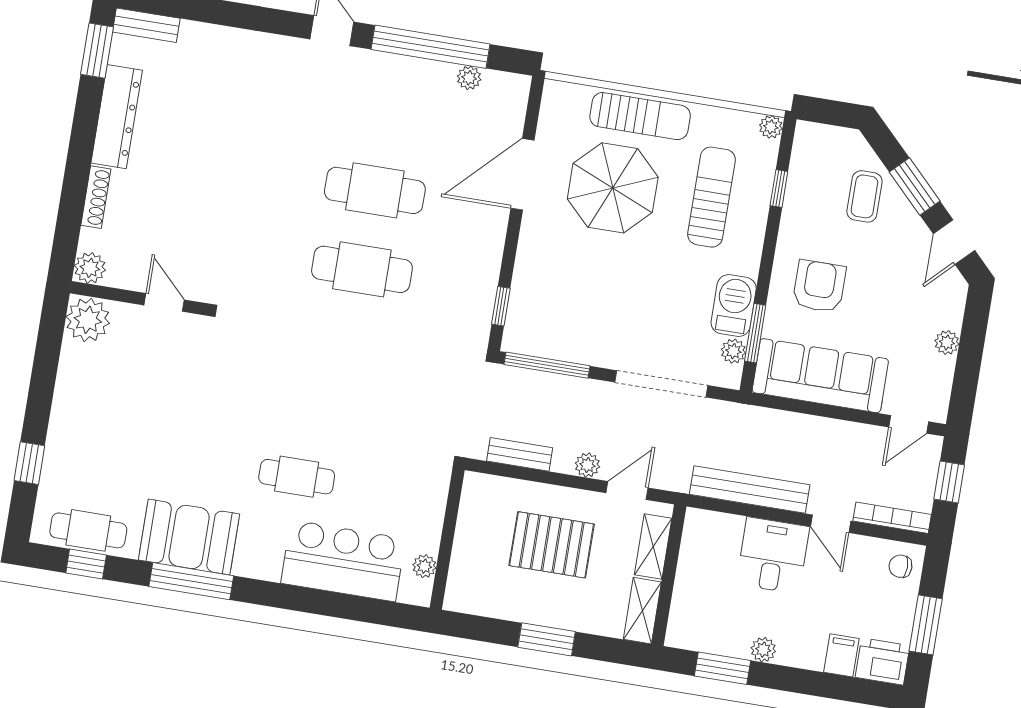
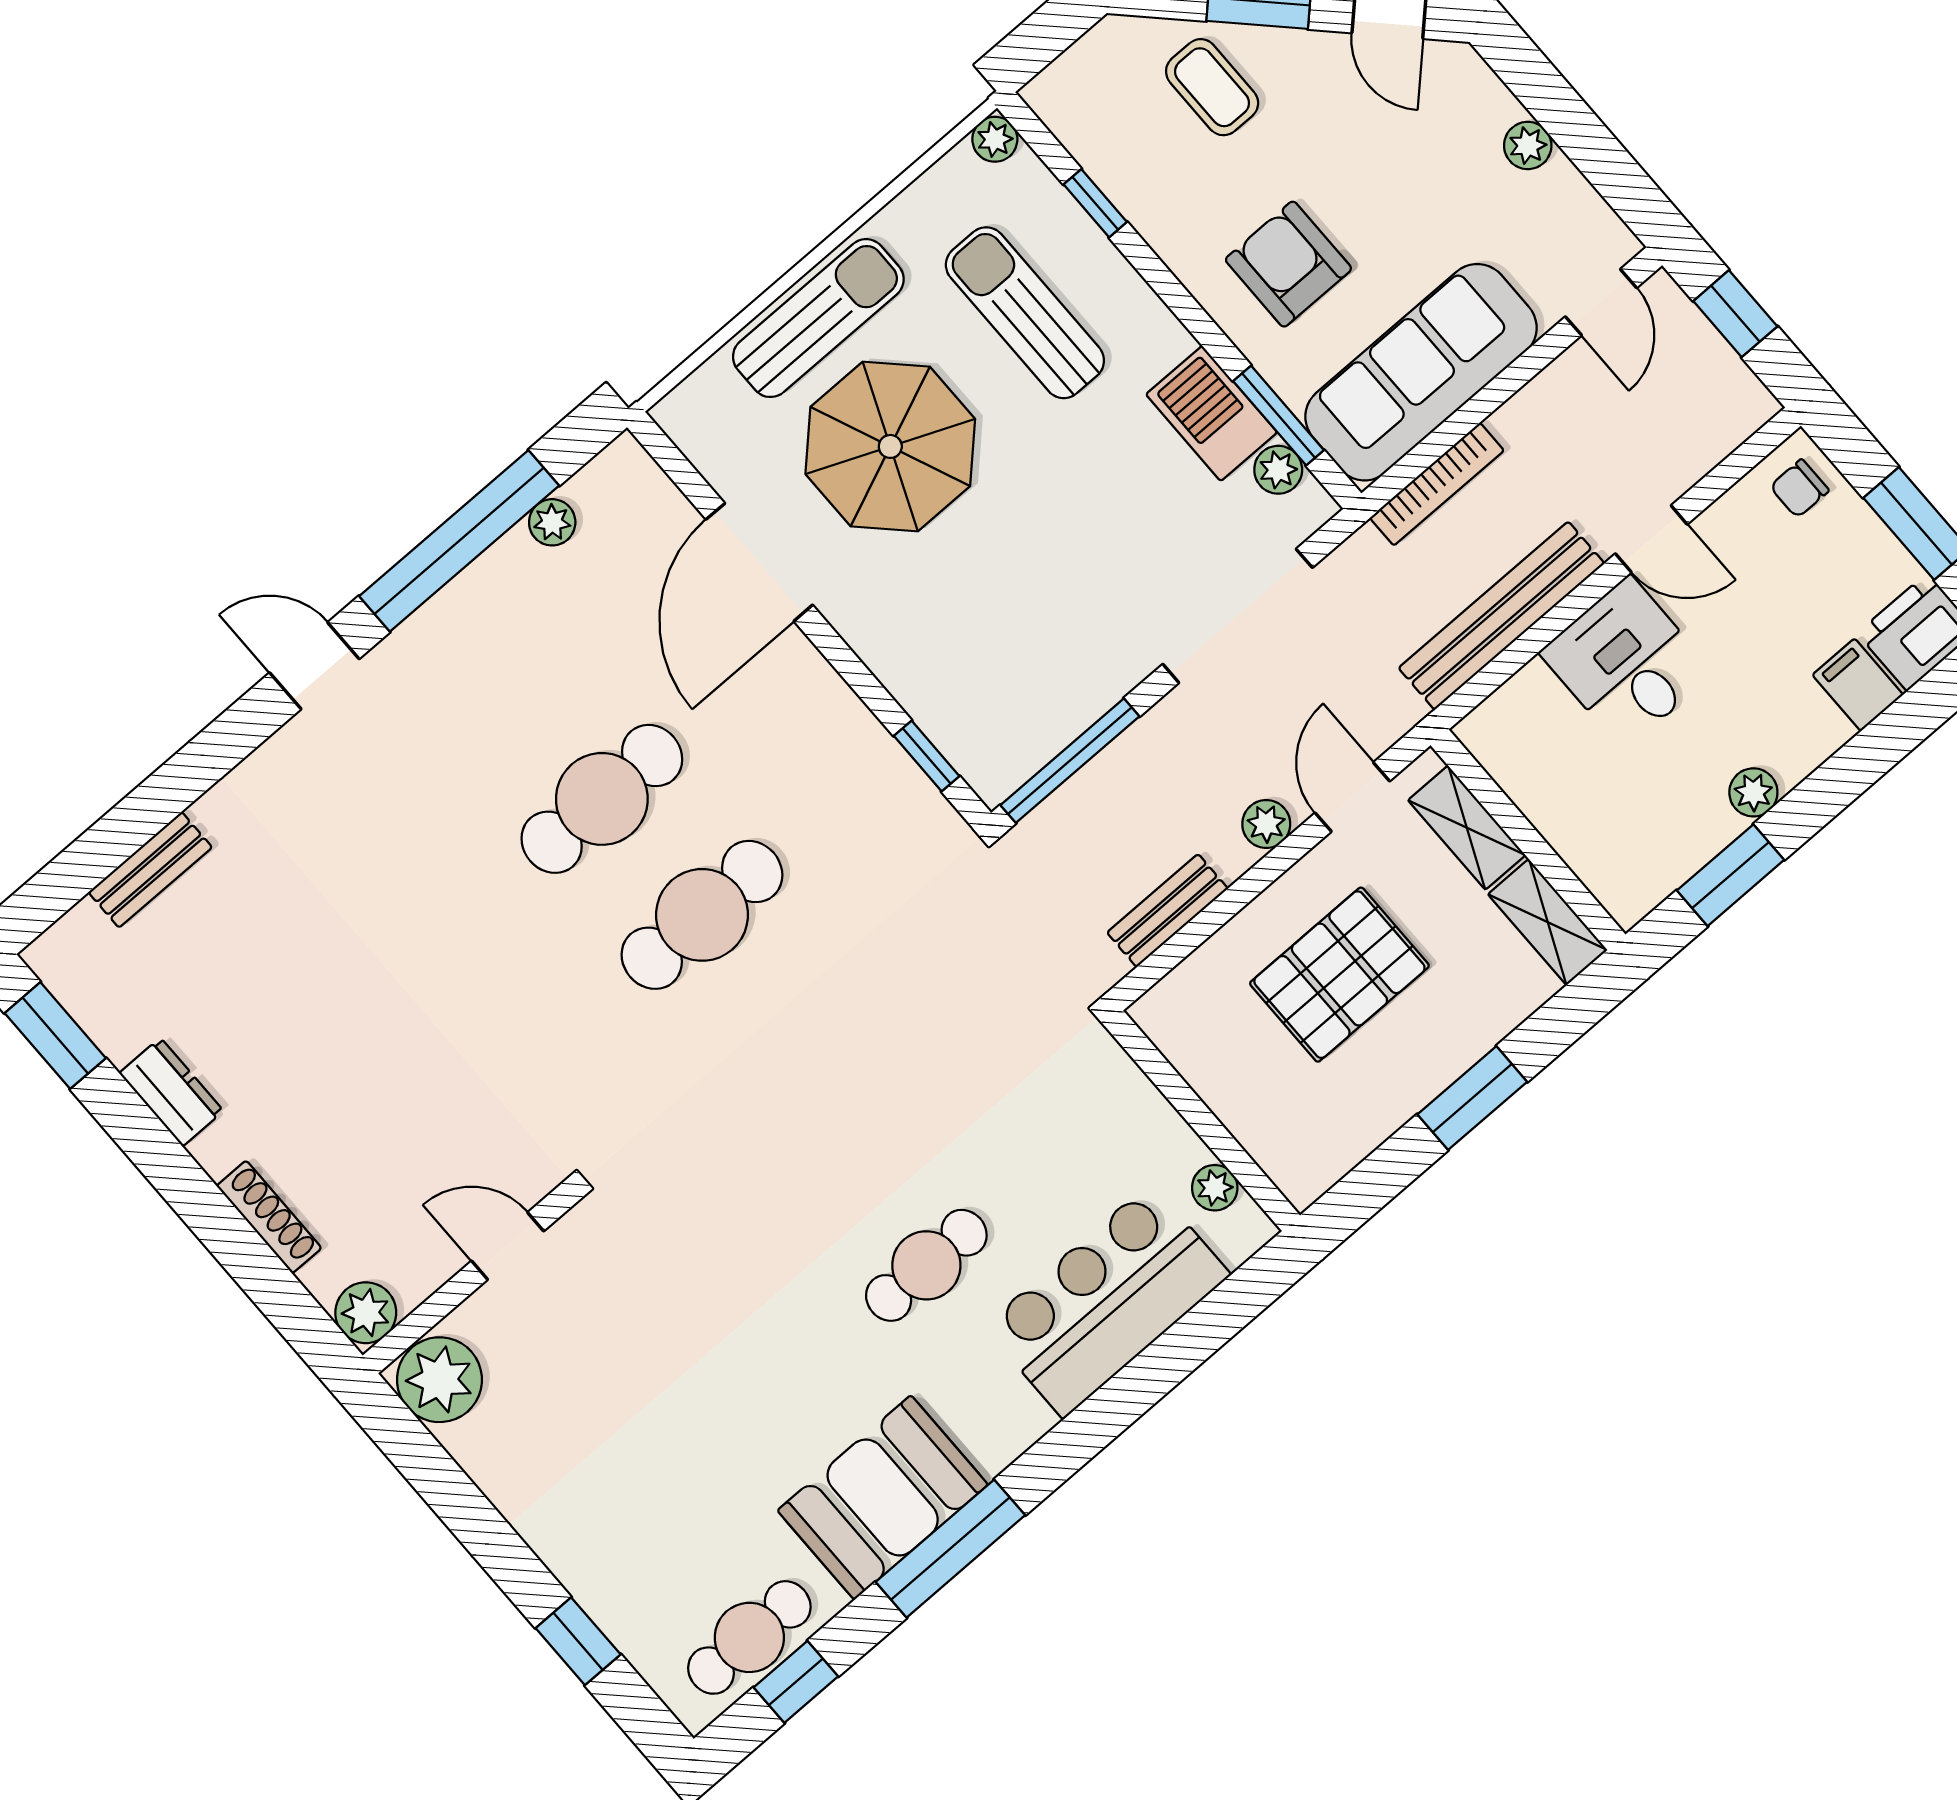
bench: (146, 25) -> (150, 870), moved
dresser: (117, 117) -> (171, 1092), width x0.51, depth x0.80
bookcase: (892, 518) -> (1437, 484), moved, turned 180

